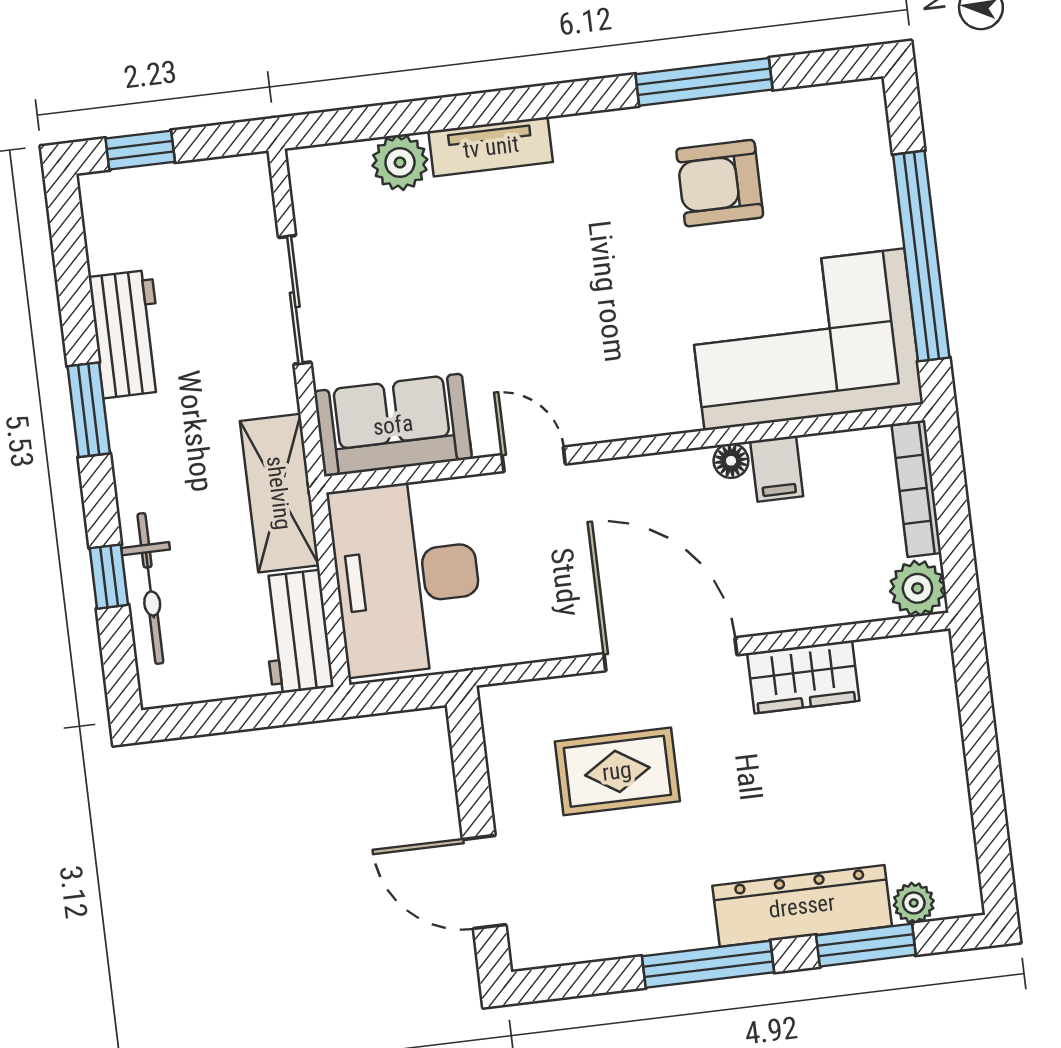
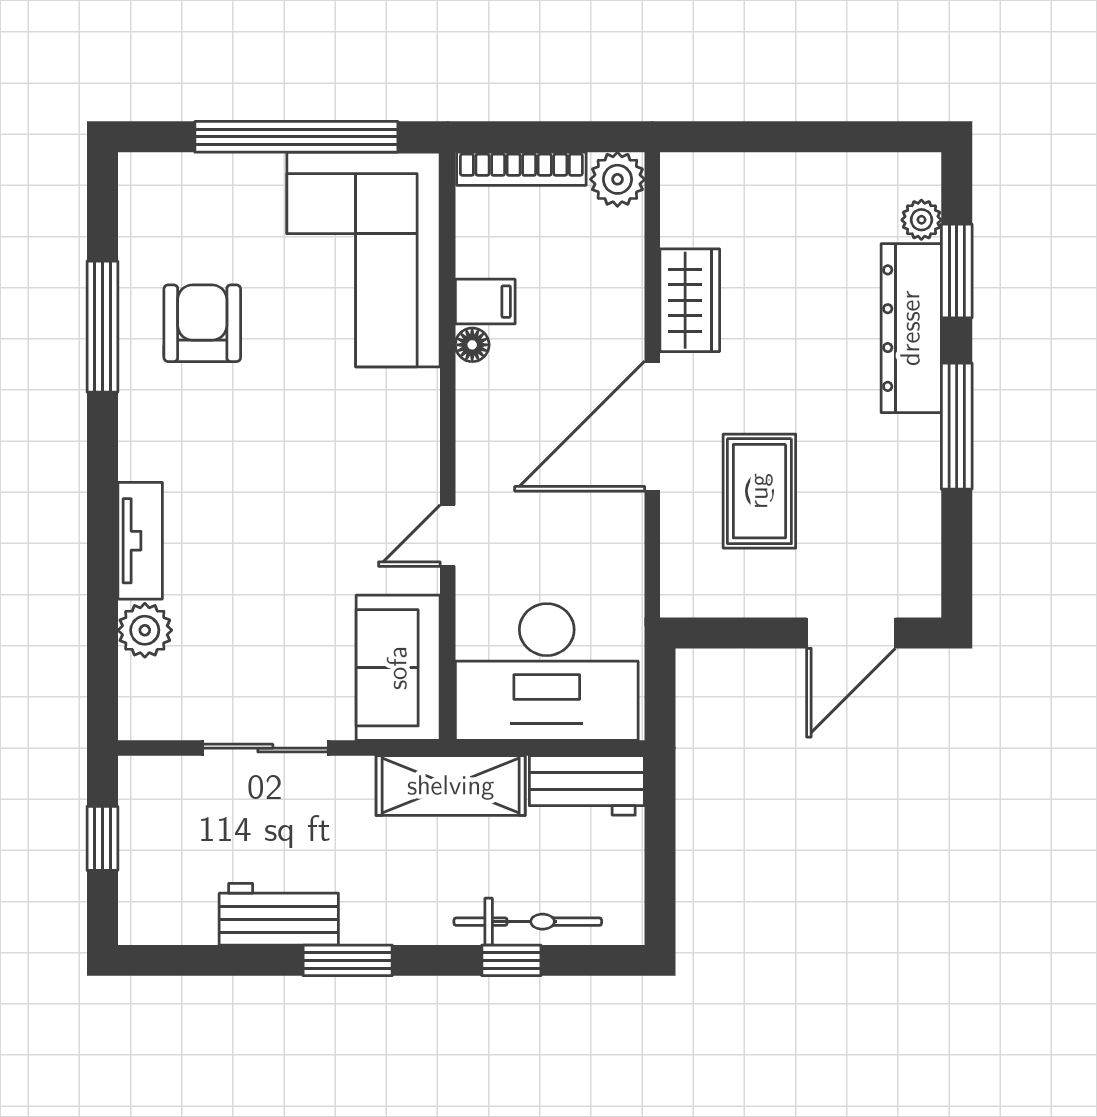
window: (140, 150) -> (102, 838), moved
armchair: (720, 183) -> (202, 323), turned 180

